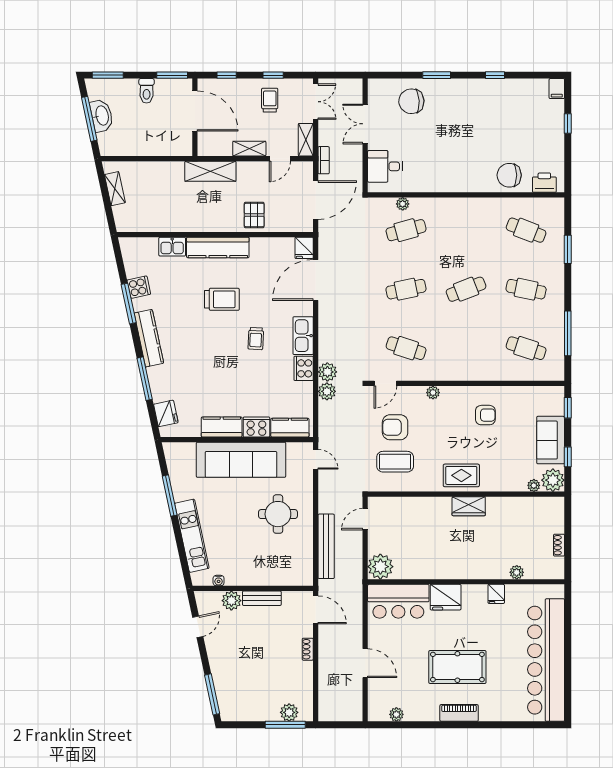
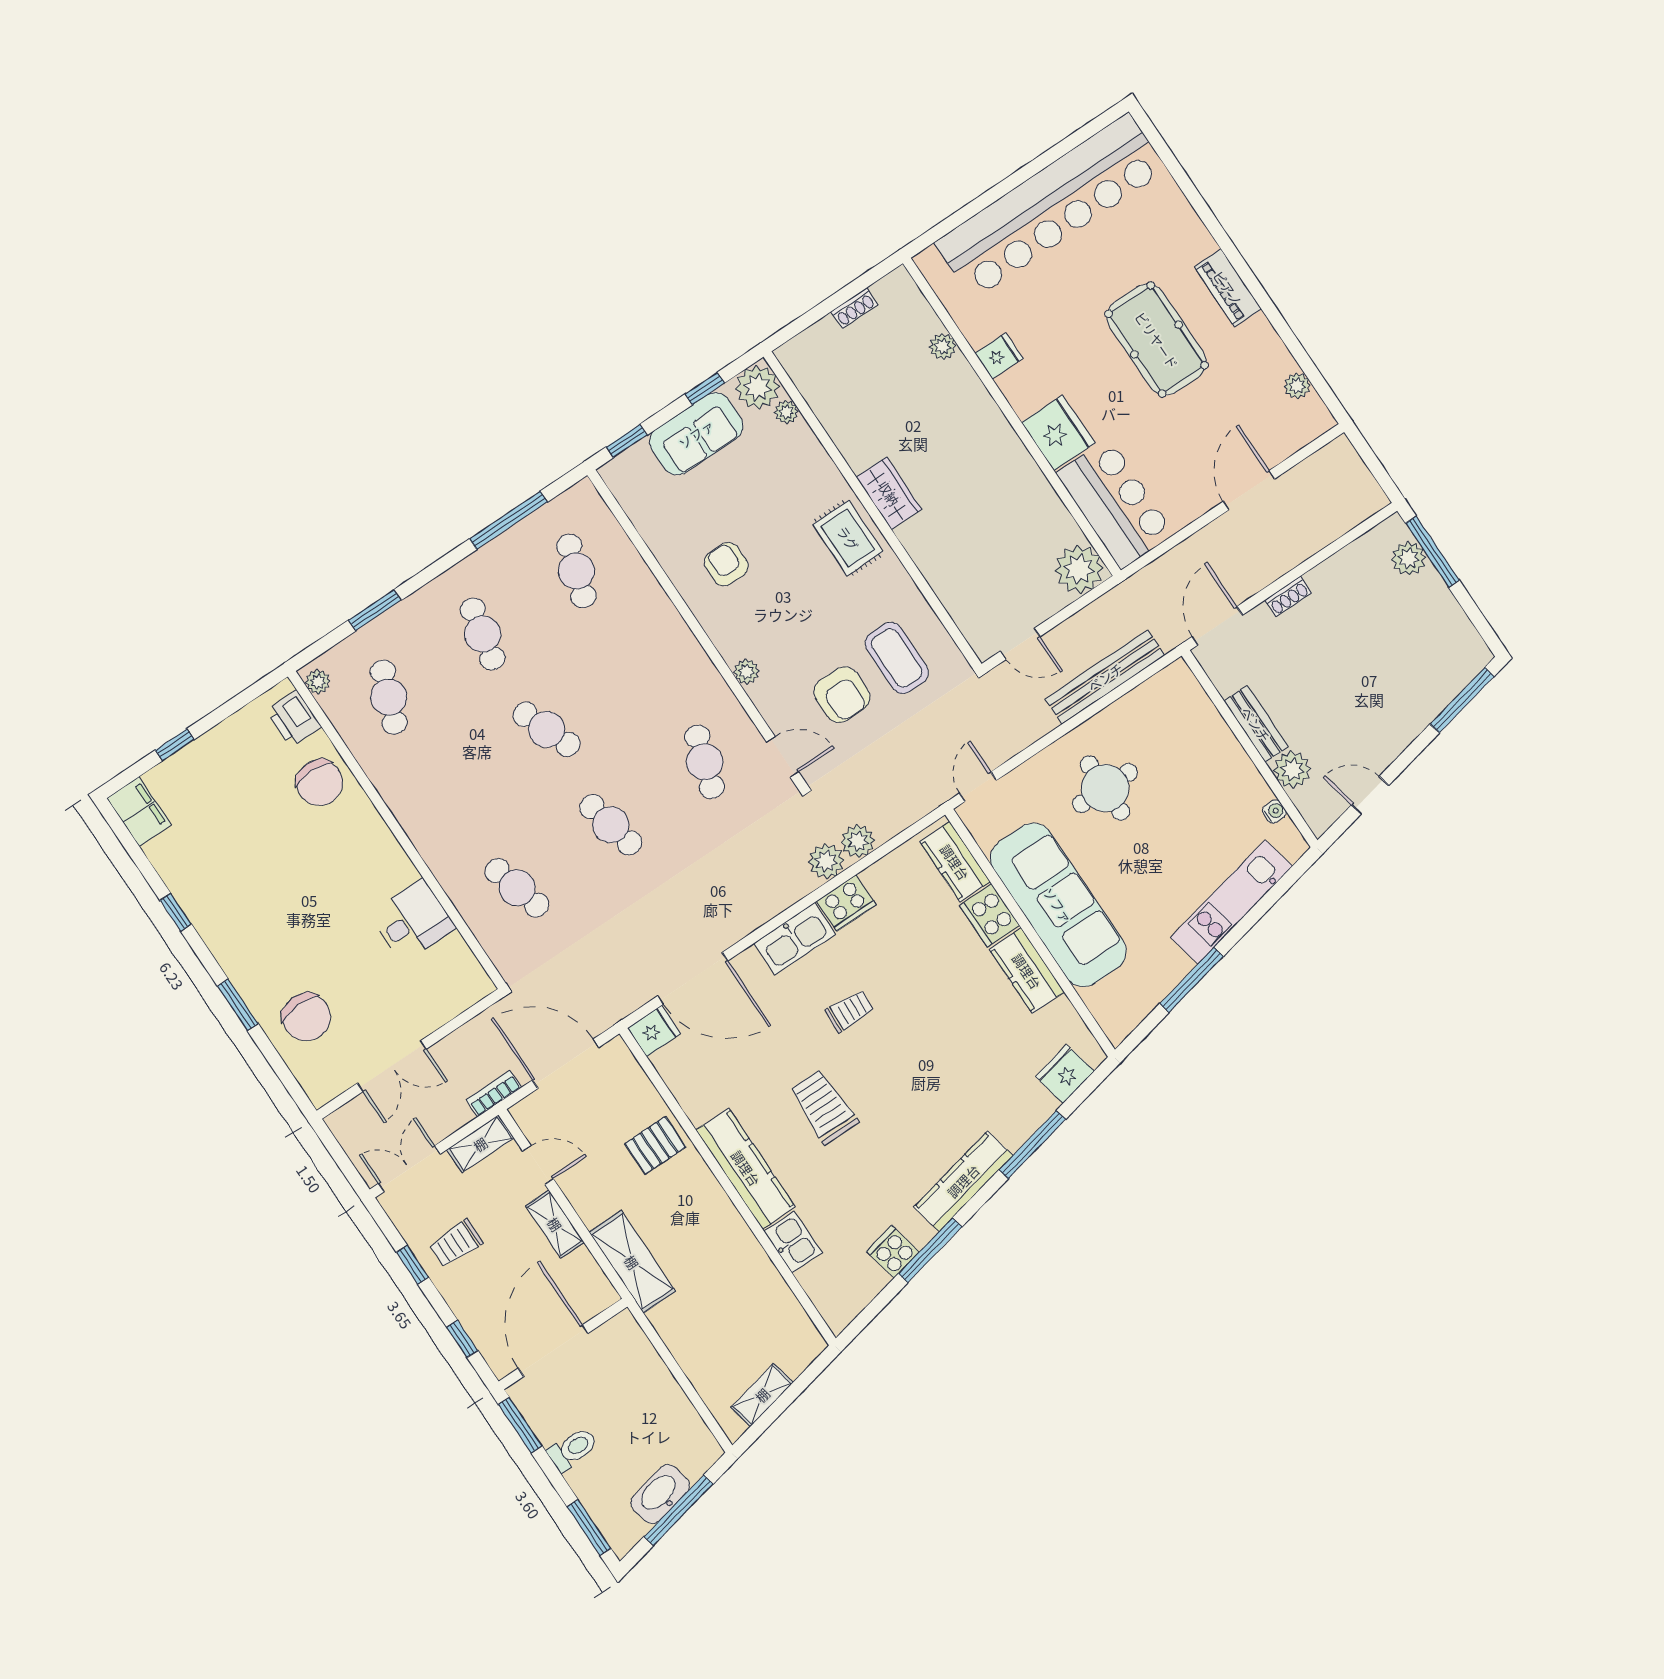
filing cabinet: (557, 89) -> (139, 812), width x2.00
desk: (385, 166) -> (413, 921), moved, turned -90
plant: (403, 204) -> (318, 682), moved

